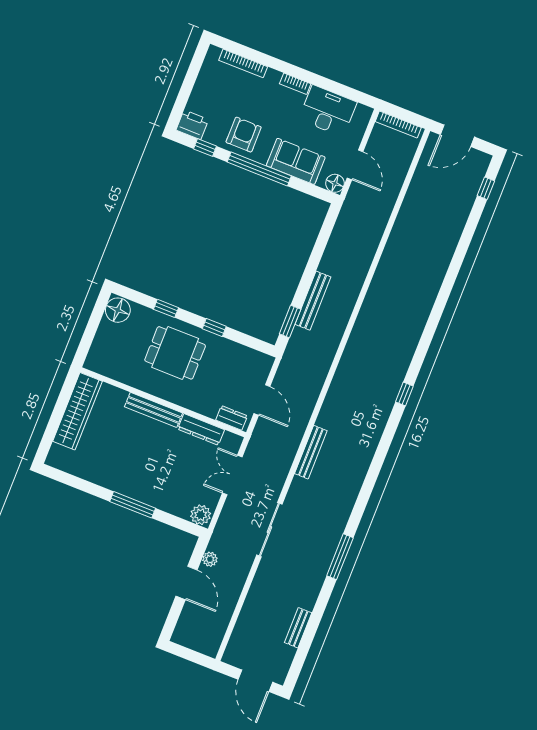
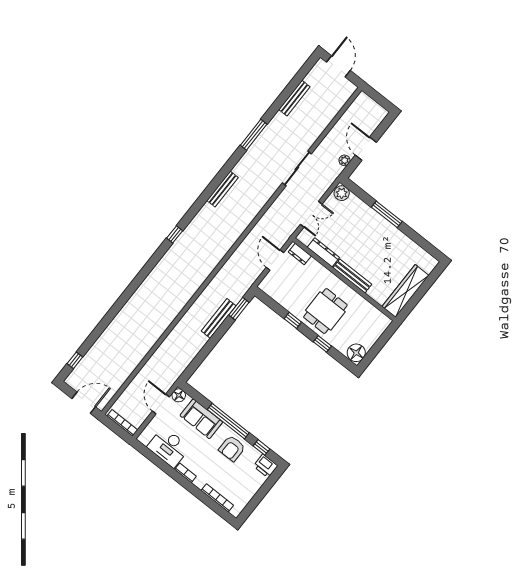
dining table: (175, 353) -> (325, 311), turned 90
bench: (311, 452) -> (222, 189), moved
bench: (298, 628) -> (294, 98), width x1.36

